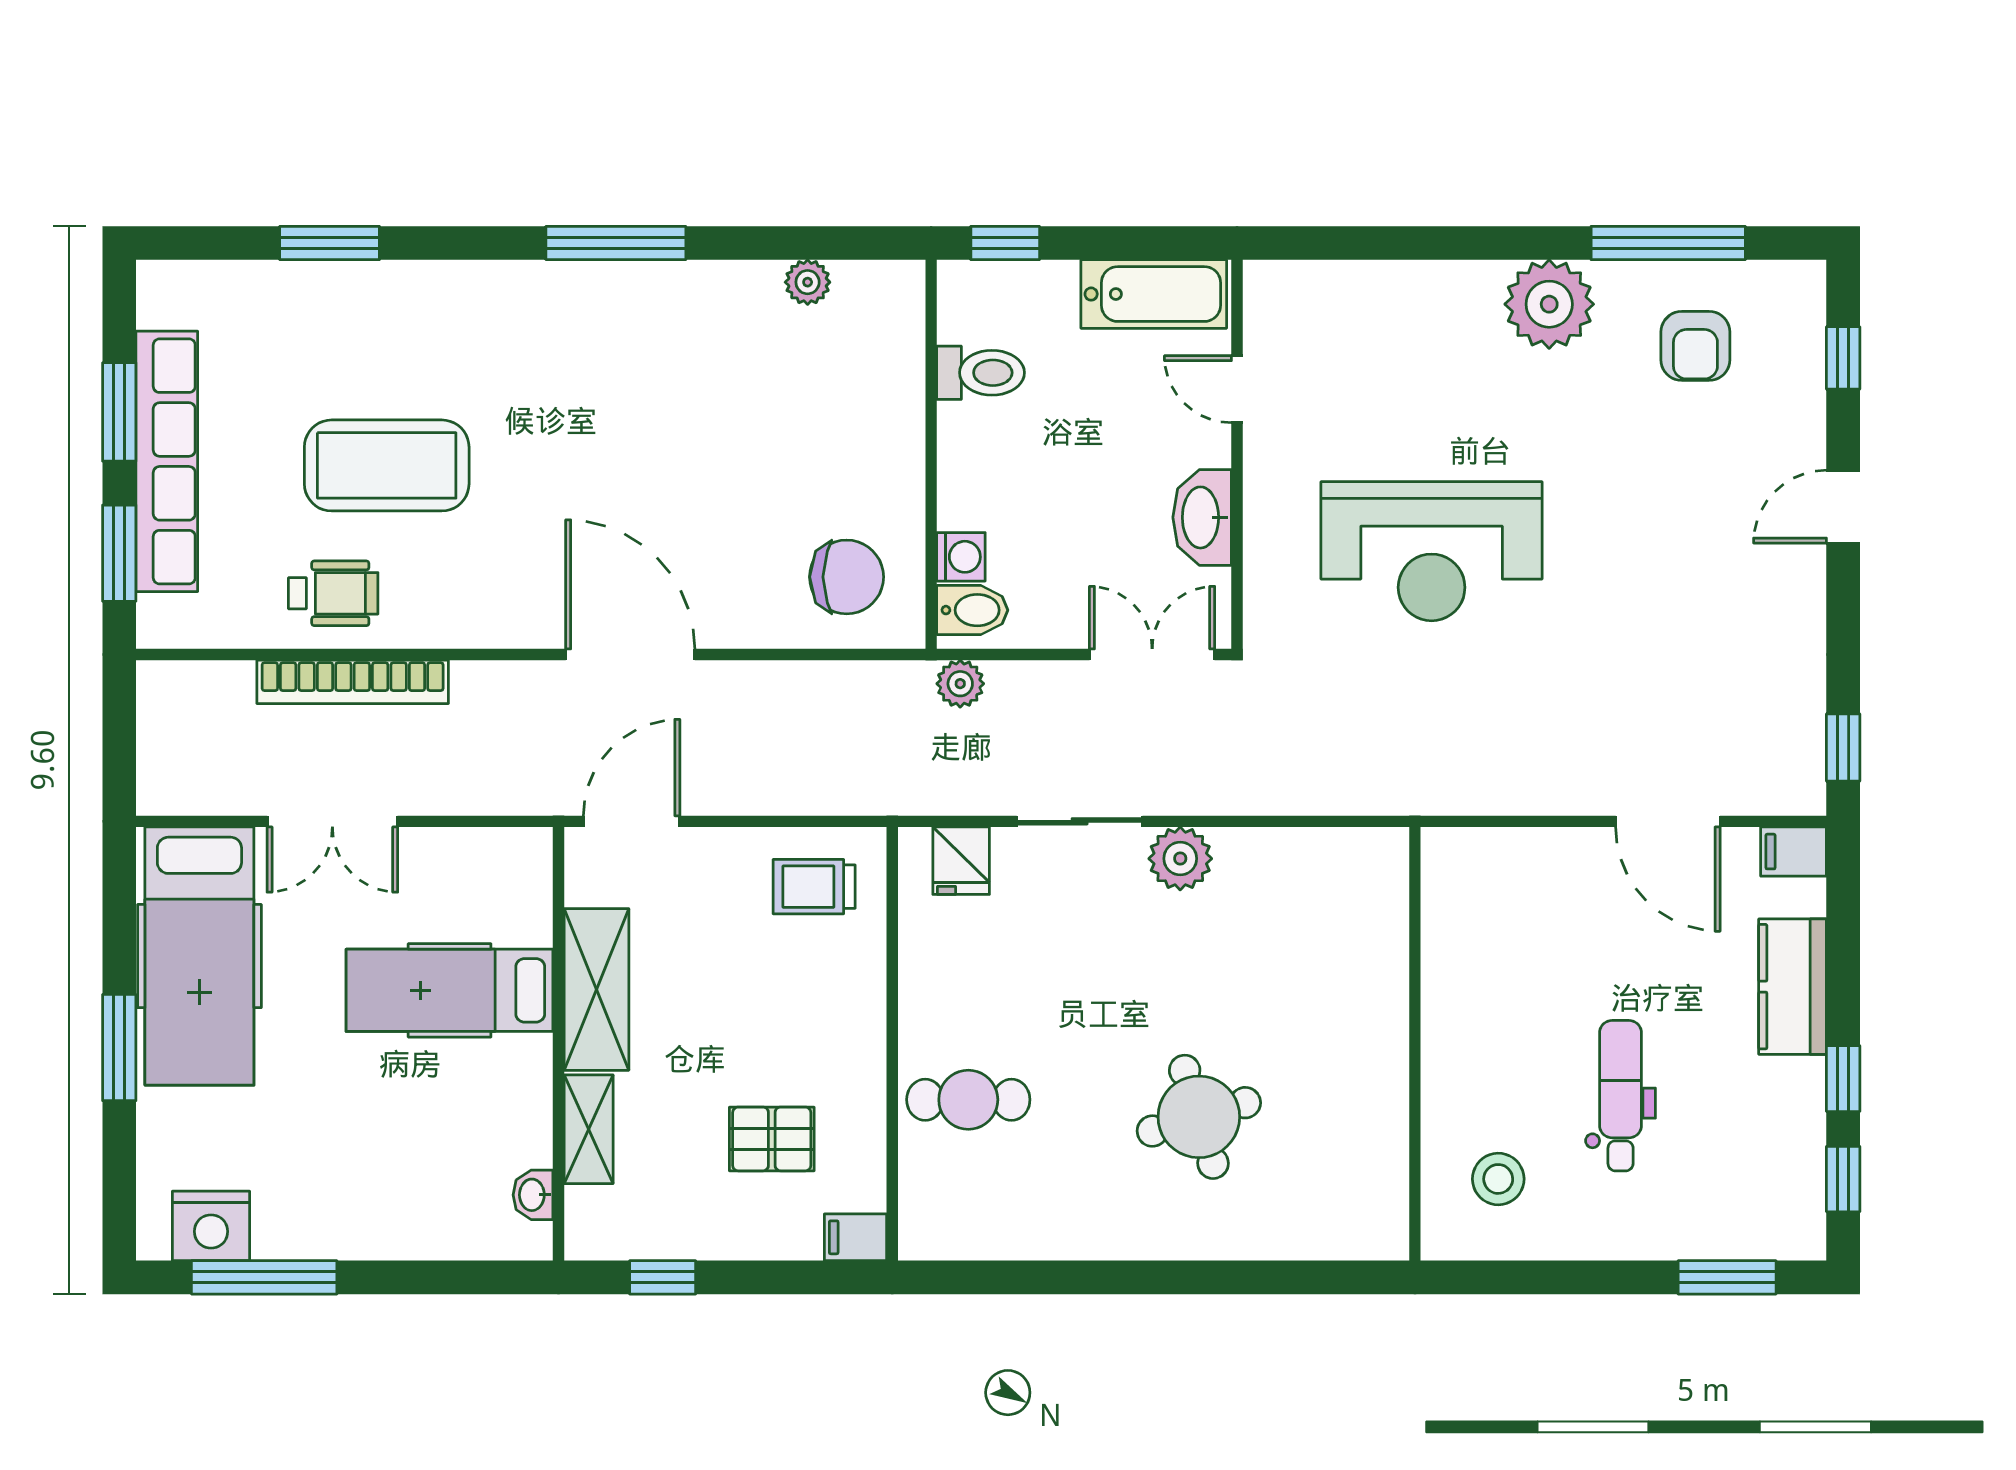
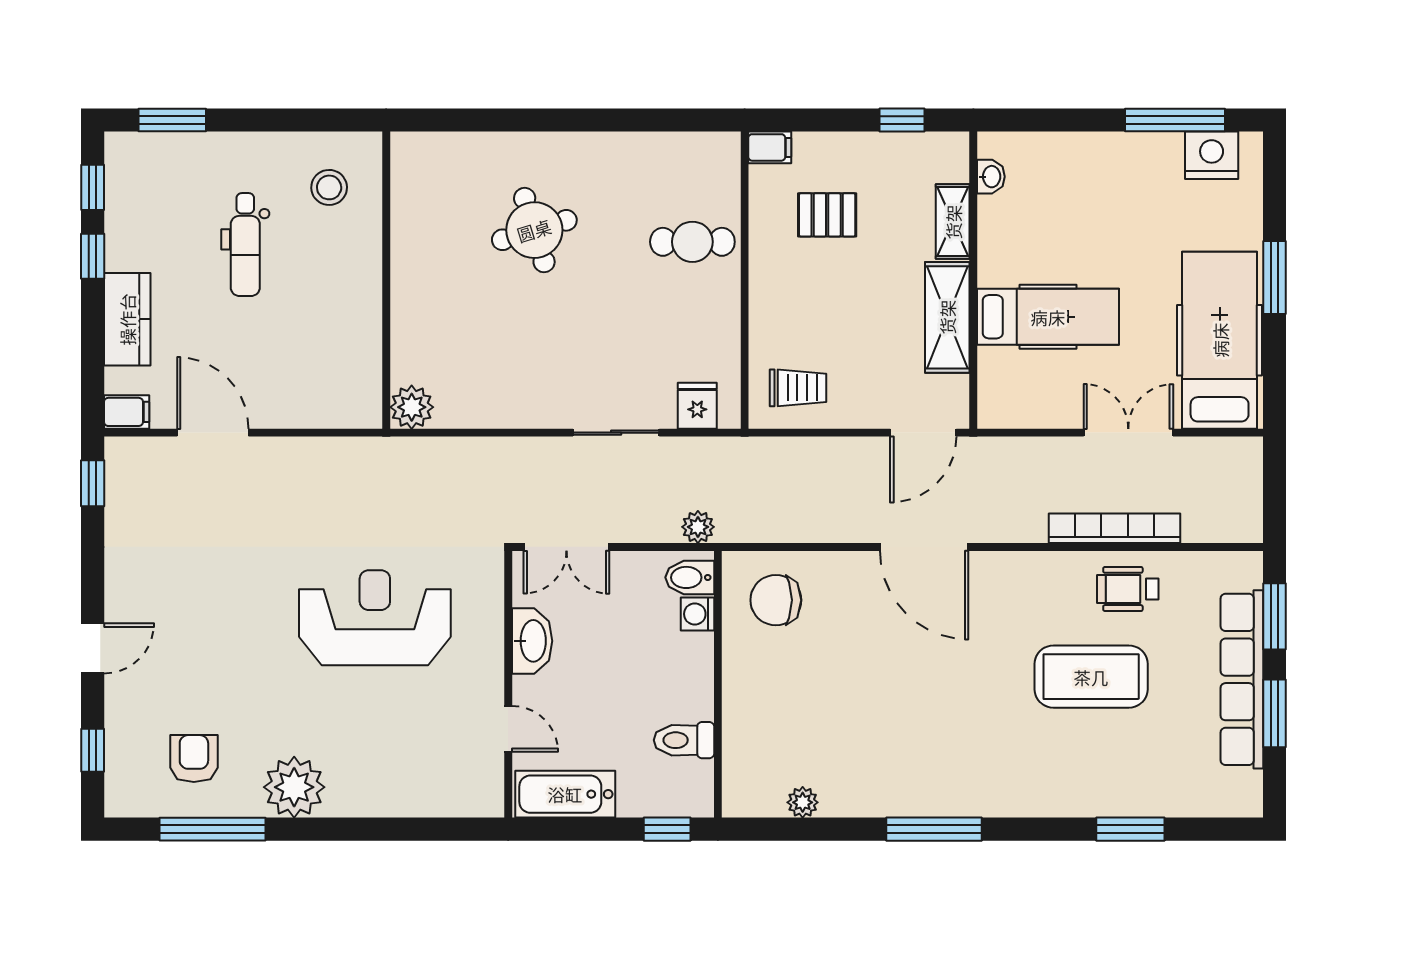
plant: (1180, 859) -> (412, 407), moved

